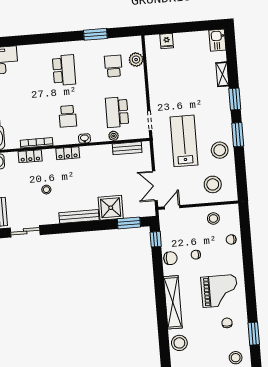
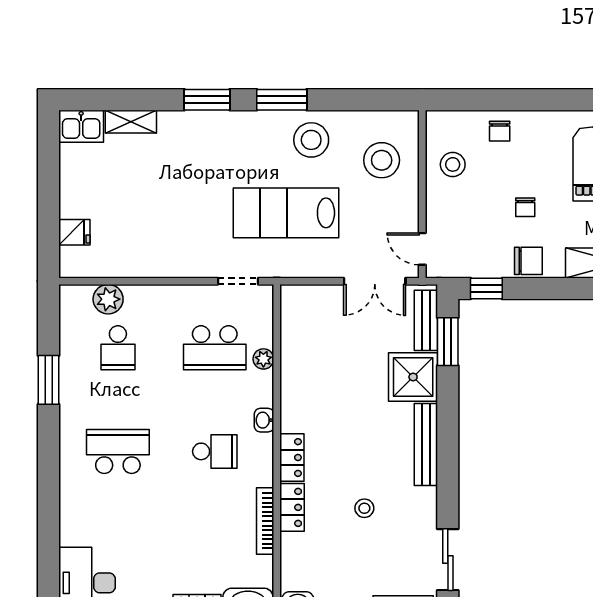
school desk: (113, 66) -> (118, 348), turned -90
shelving: (222, 74) -> (131, 122), moved
bench: (127, 148) -> (426, 320), moved
locker: (30, 156) -> (292, 507), moved
chair: (170, 258) -> (528, 261), turned 90

